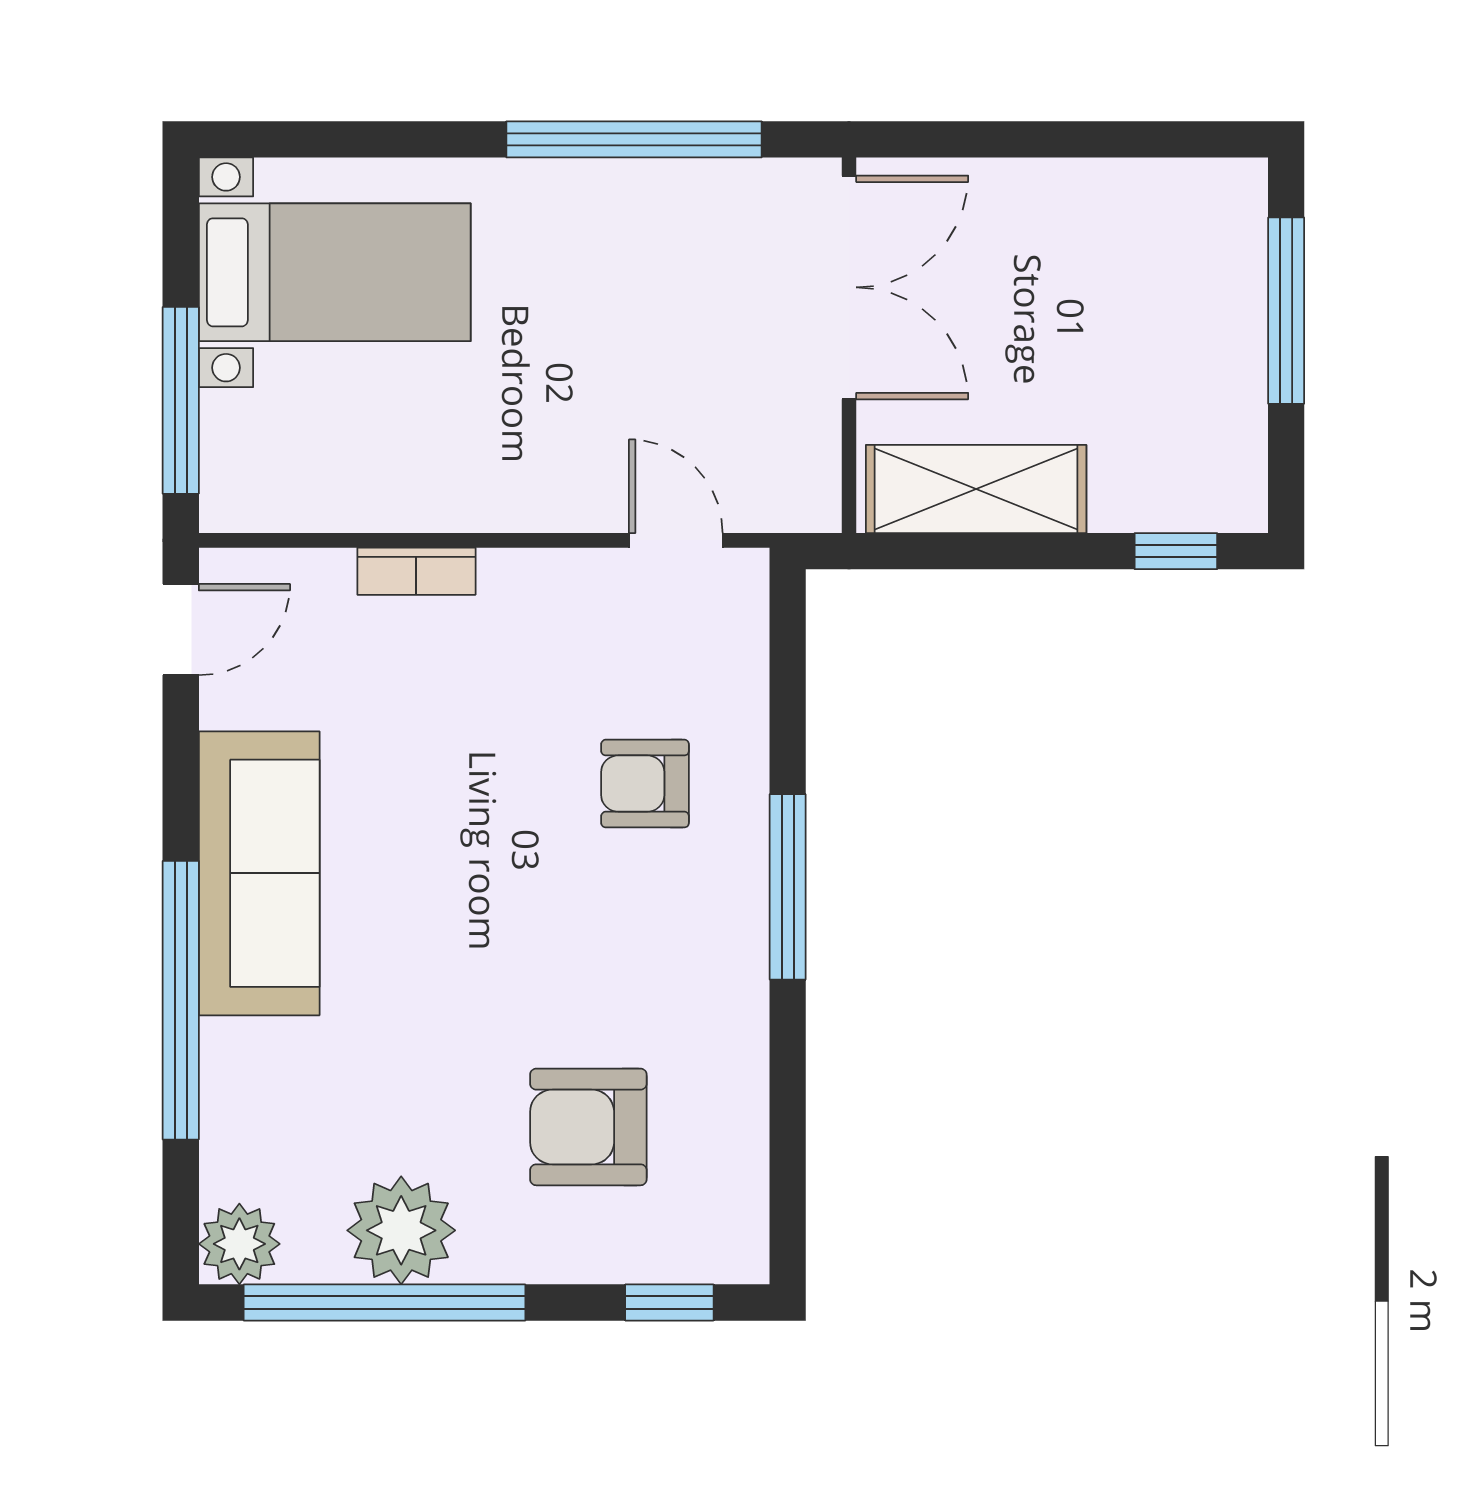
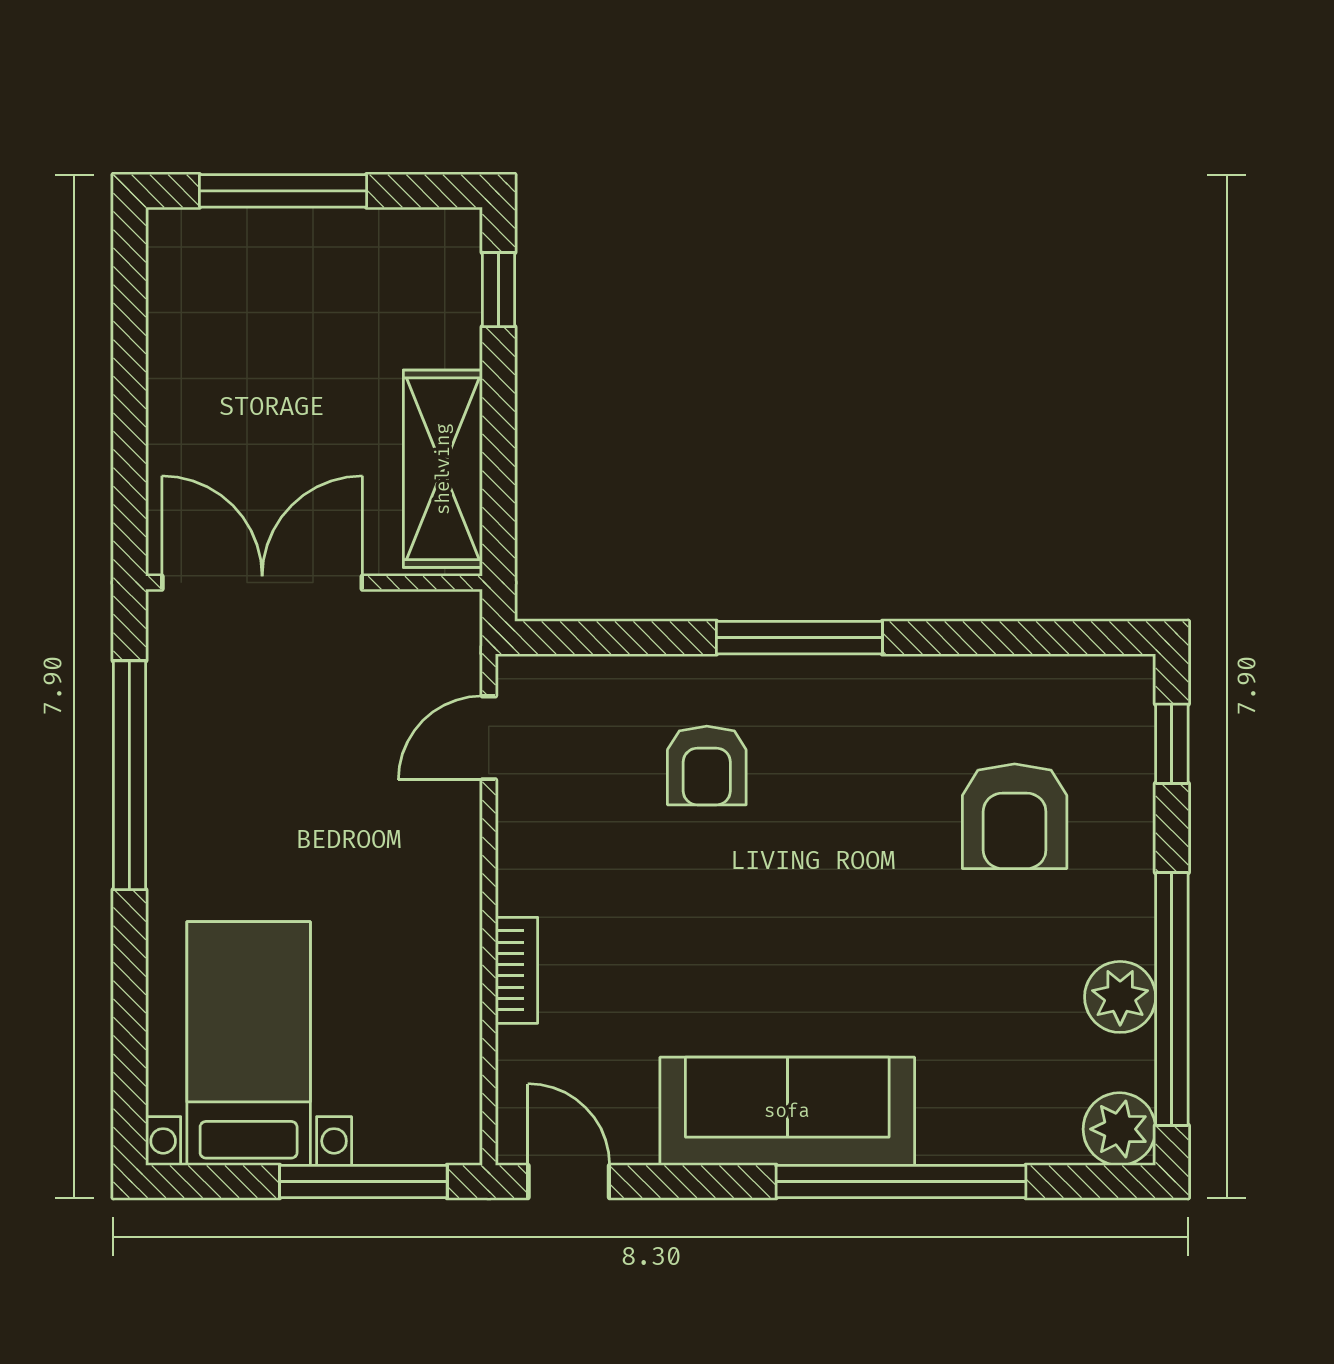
plant: (401, 1230) -> (1120, 997), width x0.73, depth x0.73

